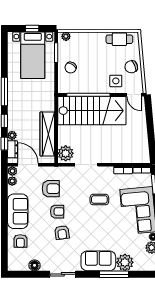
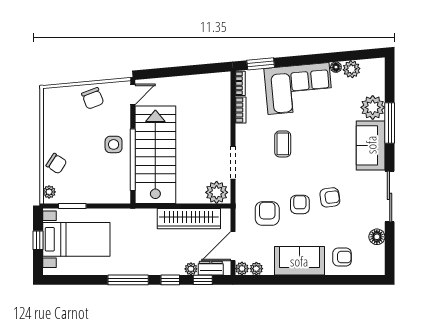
cafe table: (119, 39) -> (53, 115), removed
chair: (71, 68) -> (56, 164), moved
side table: (116, 81) -> (114, 144), moved
sliding door: (63, 274) -> (390, 196), width x1.37

